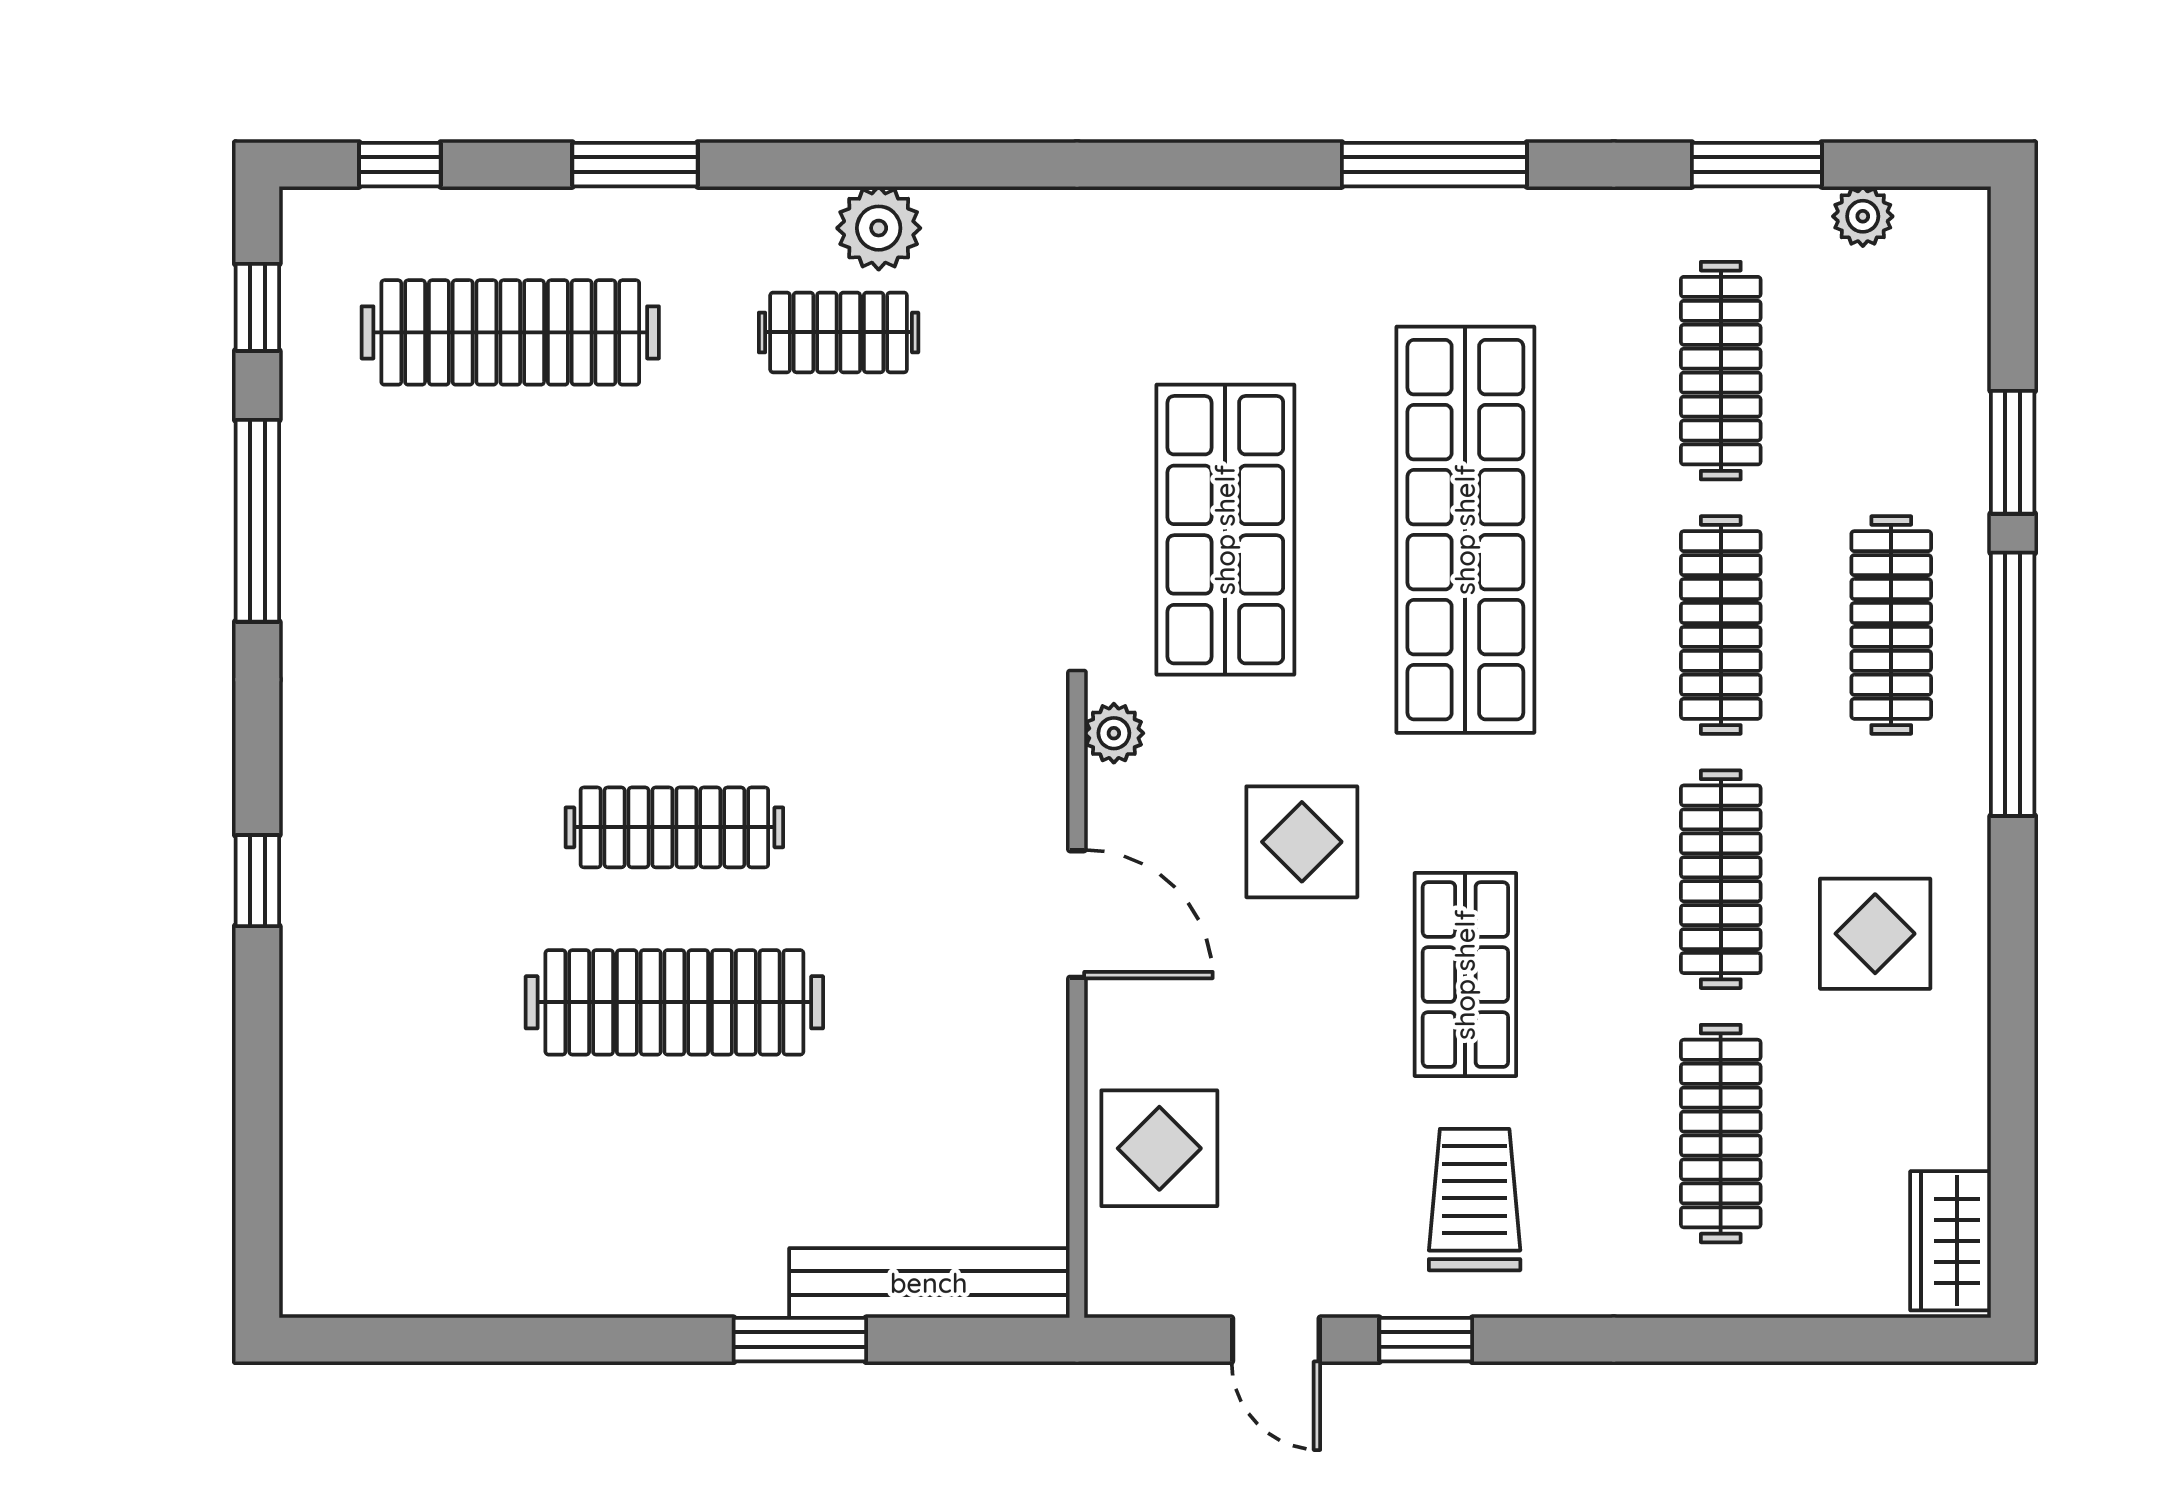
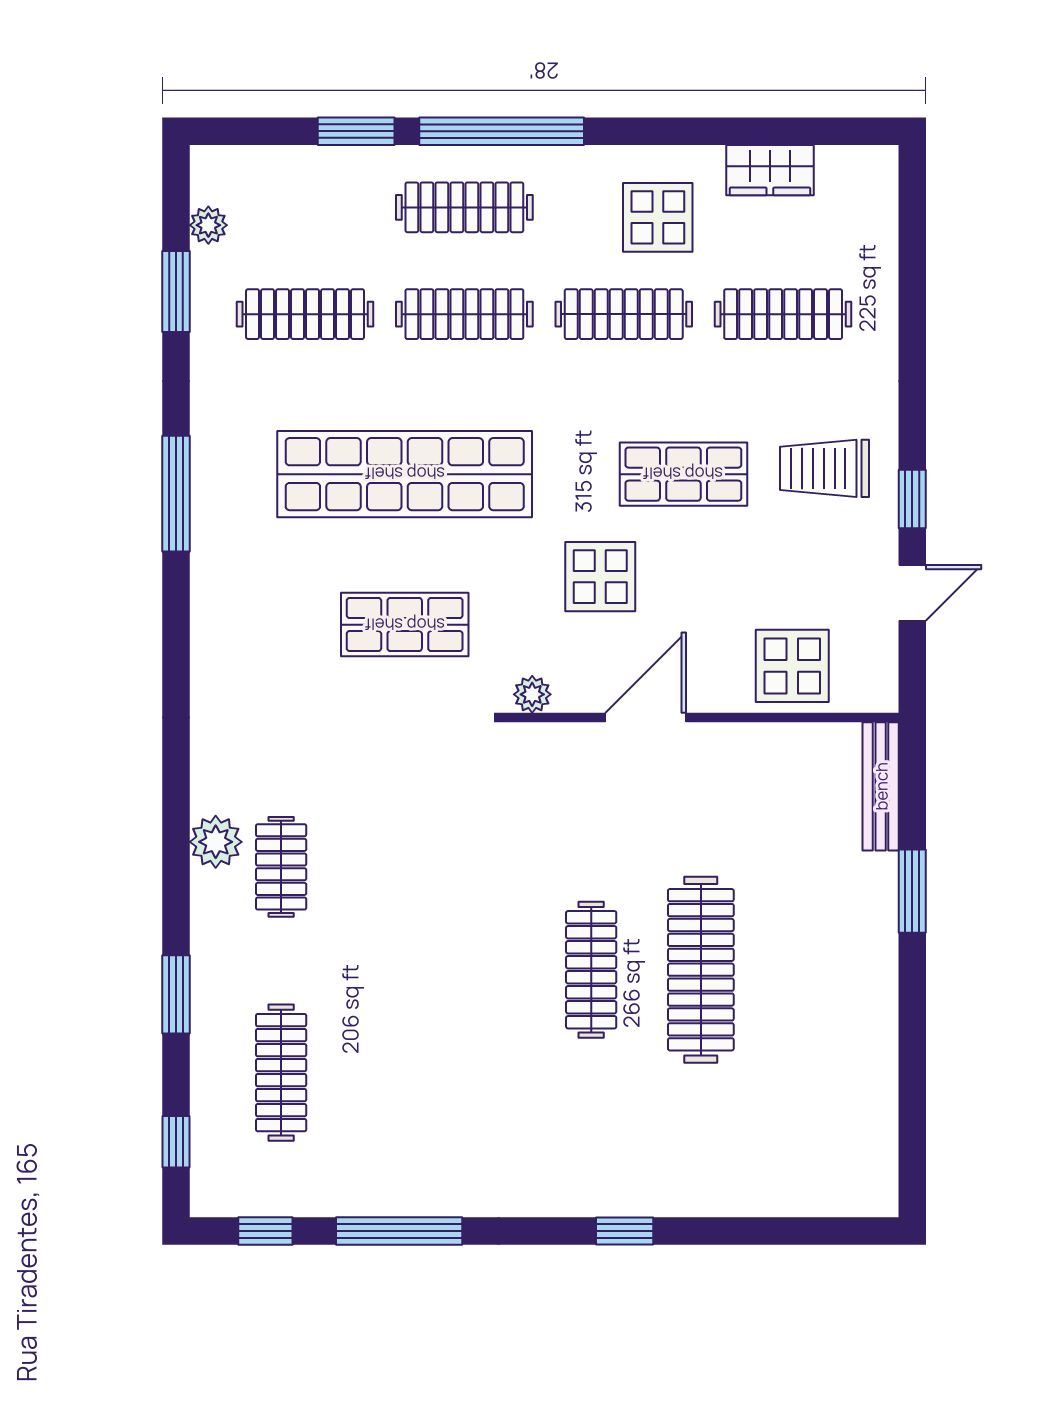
clothes rail: (510, 332) -> (281, 1073), width x0.73, depth x0.76
shop shelf: (1225, 530) -> (405, 625), width x0.70, depth x0.74
wardrobe: (1951, 1241) -> (770, 170), moved
bench: (929, 1283) -> (881, 786), width x0.73, depth x0.82

